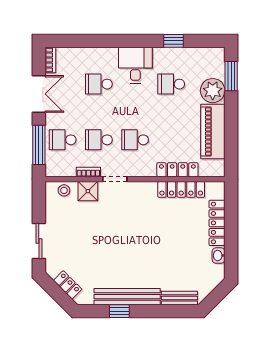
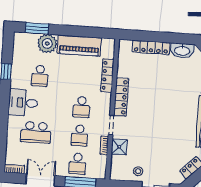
school desk: (99, 84) -> (36, 132), width x1.85
locker: (181, 189) -> (121, 97), moved
stool: (64, 190) -> (138, 171), moved
washbasin: (219, 256) -> (182, 51), width x1.91, depth x1.45

